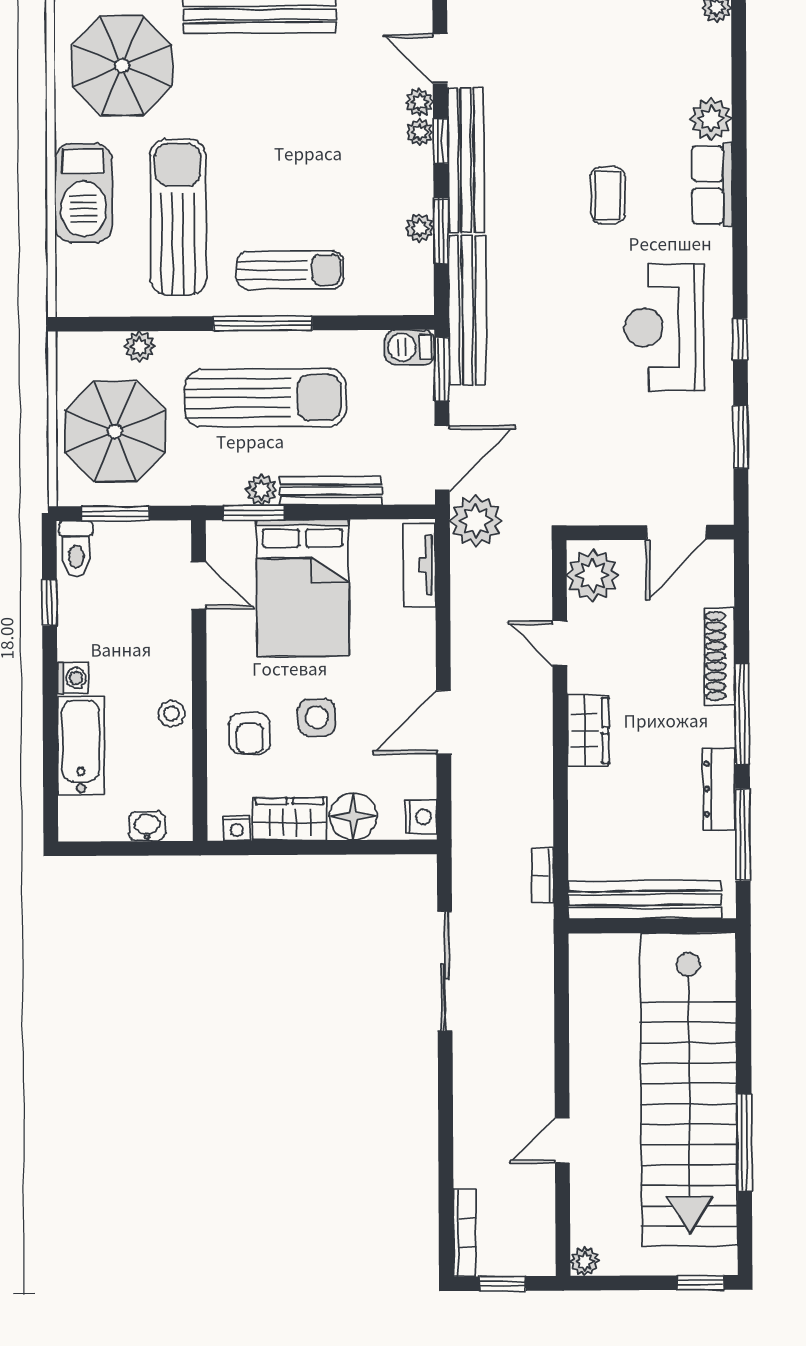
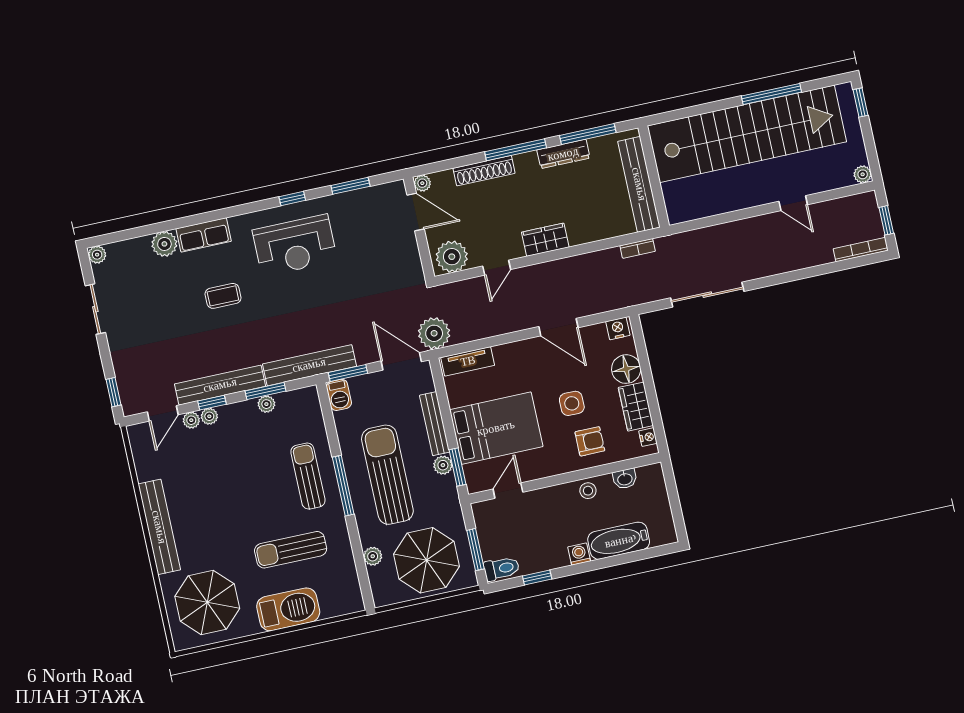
sun lounger: (178, 217) -> (291, 550), width x0.73, depth x0.75
plant: (720, 553) -> (422, 183), added
washbasin: (147, 826) -> (625, 479), moved, turned -90

